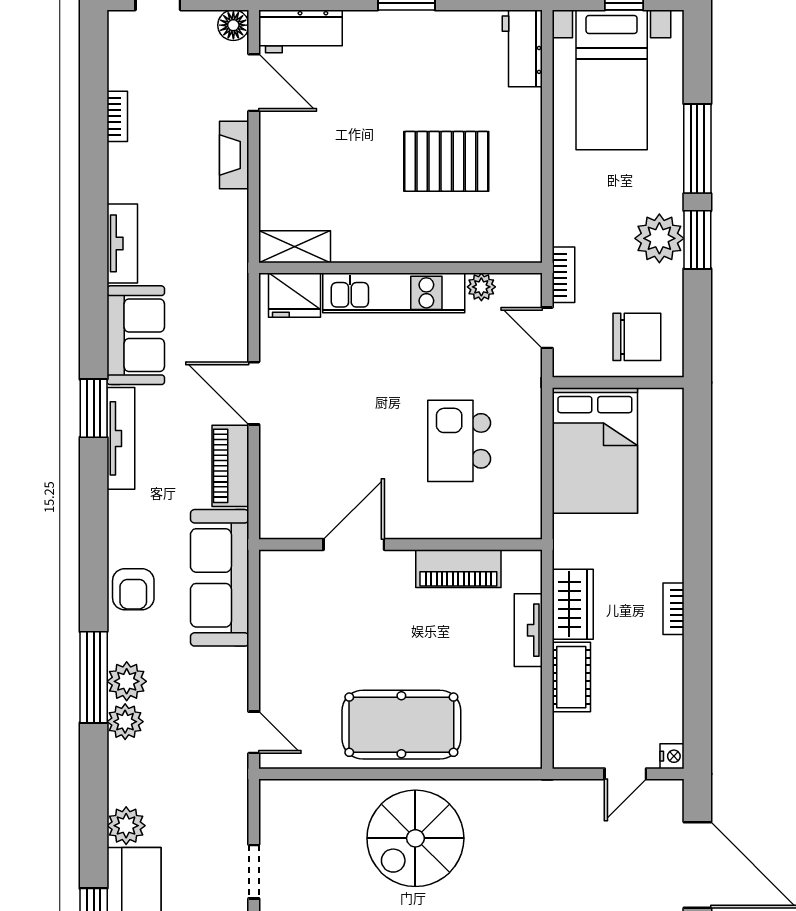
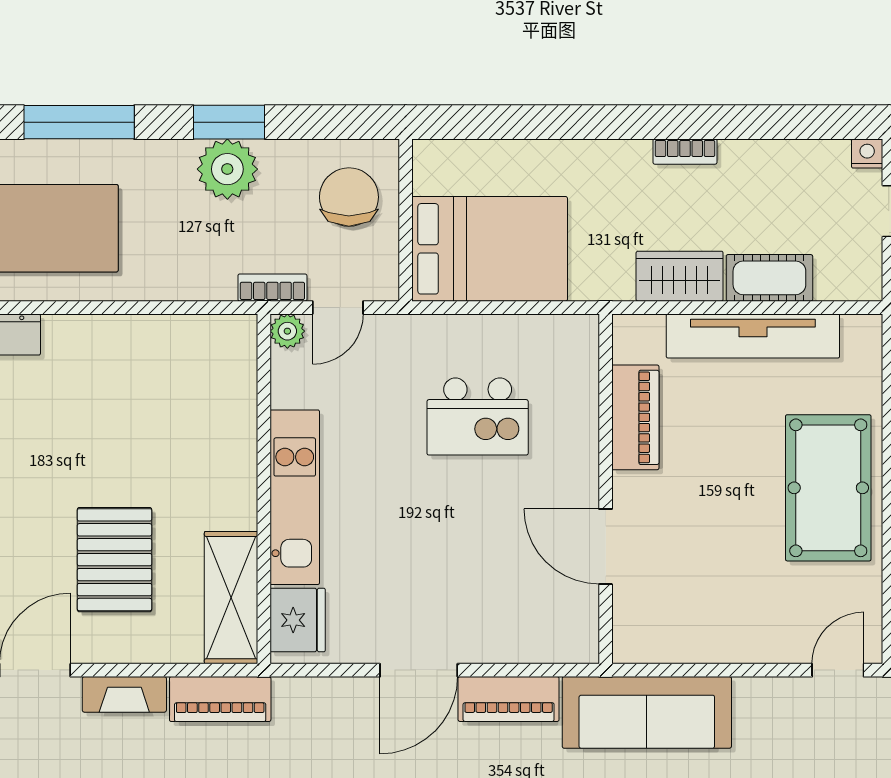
window: (697, 149) -> (79, 122), moved
pallet: (446, 161) -> (115, 560), moved
piano: (230, 233) -> (220, 699), added
shelving: (295, 247) -> (231, 598), width x1.50, depth x1.33
plant: (481, 287) -> (287, 331), moved
tv unit: (528, 630) -> (753, 336), width x1.92, depth x1.29

